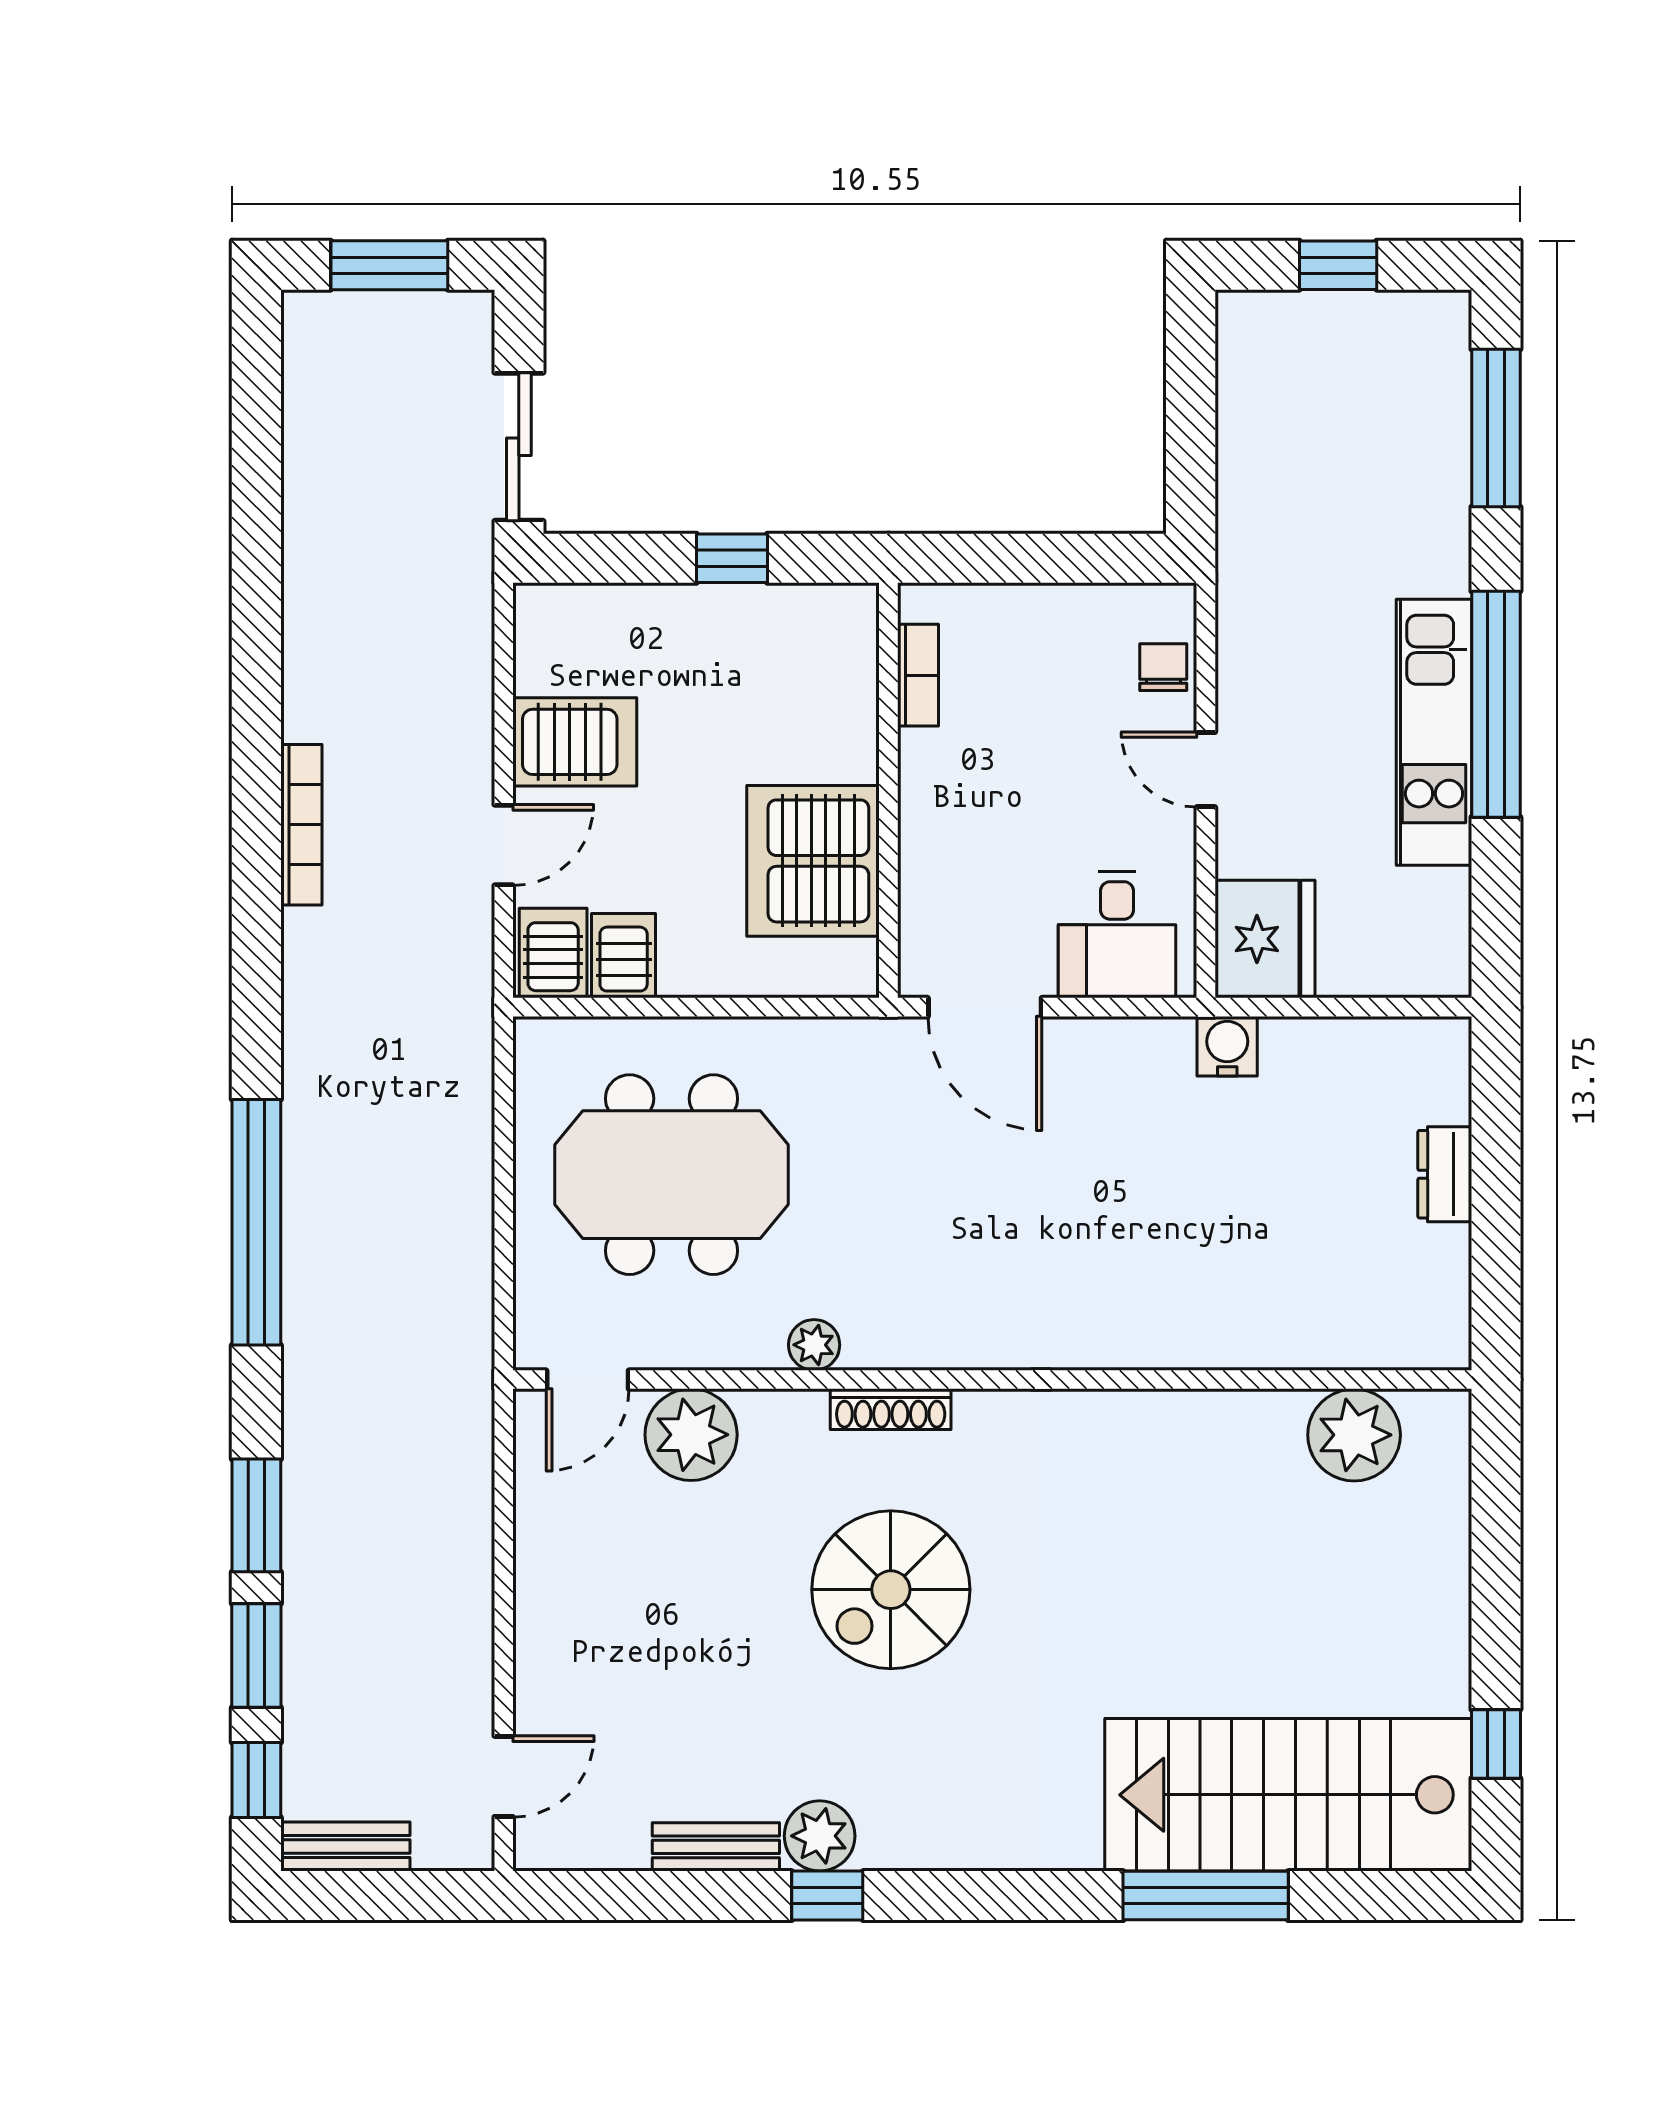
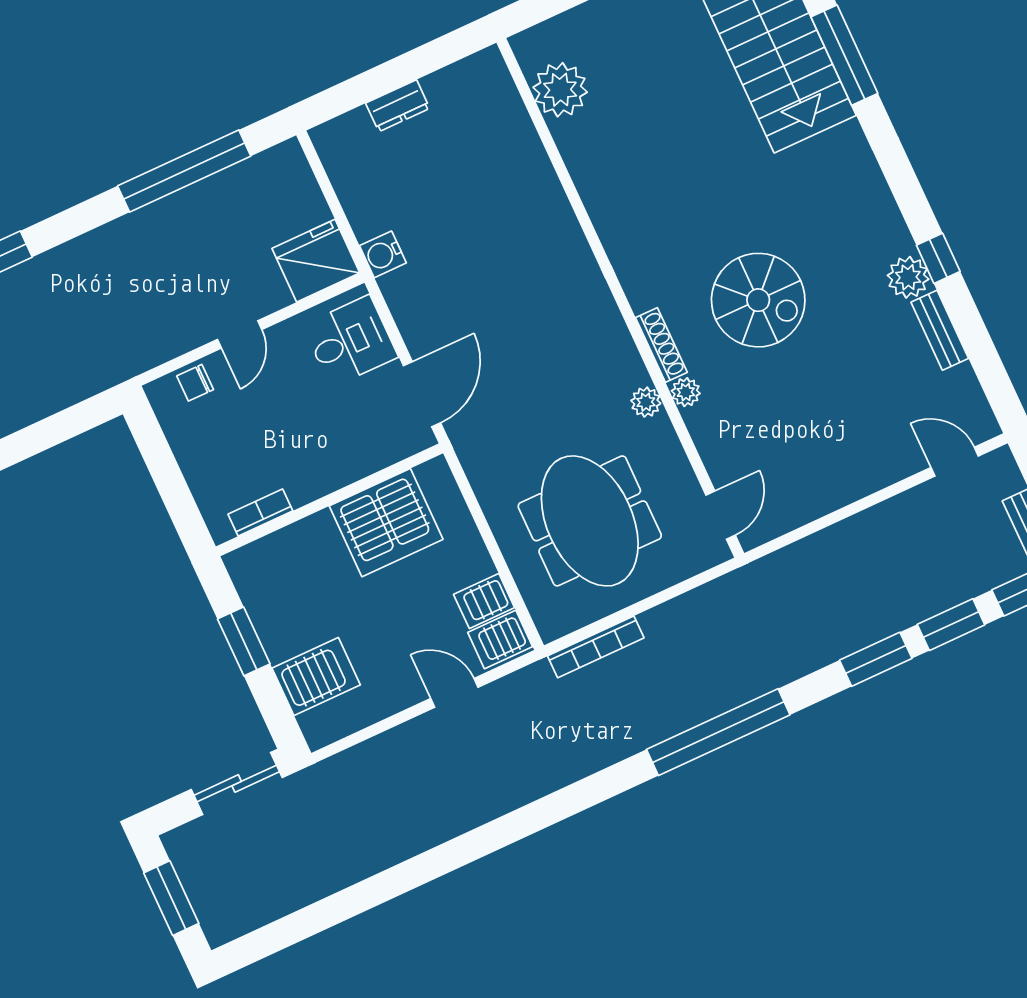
window: (732, 558) -> (244, 641), width x1.50
window: (1496, 704) -> (184, 171), moved
kitchen unit: (1434, 732) -> (163, 221), removed
server rack: (575, 742) -> (316, 677), moved, turned 90
bookcase: (301, 825) -> (596, 647), moved, turned 180
door: (588, 1380) -> (721, 515), hinge flipped
plant: (691, 1435) -> (686, 392), moved, width x0.53, depth x0.53

